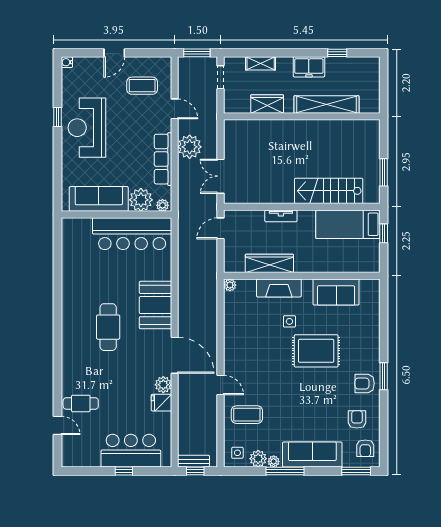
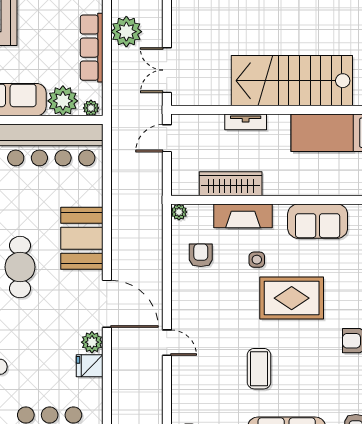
stairs: (329, 191) -> (292, 81), width x1.36, depth x1.51
coffee table: (247, 415) -> (259, 369), moved, turned 90
armchair: (357, 419) -> (201, 255), moved

